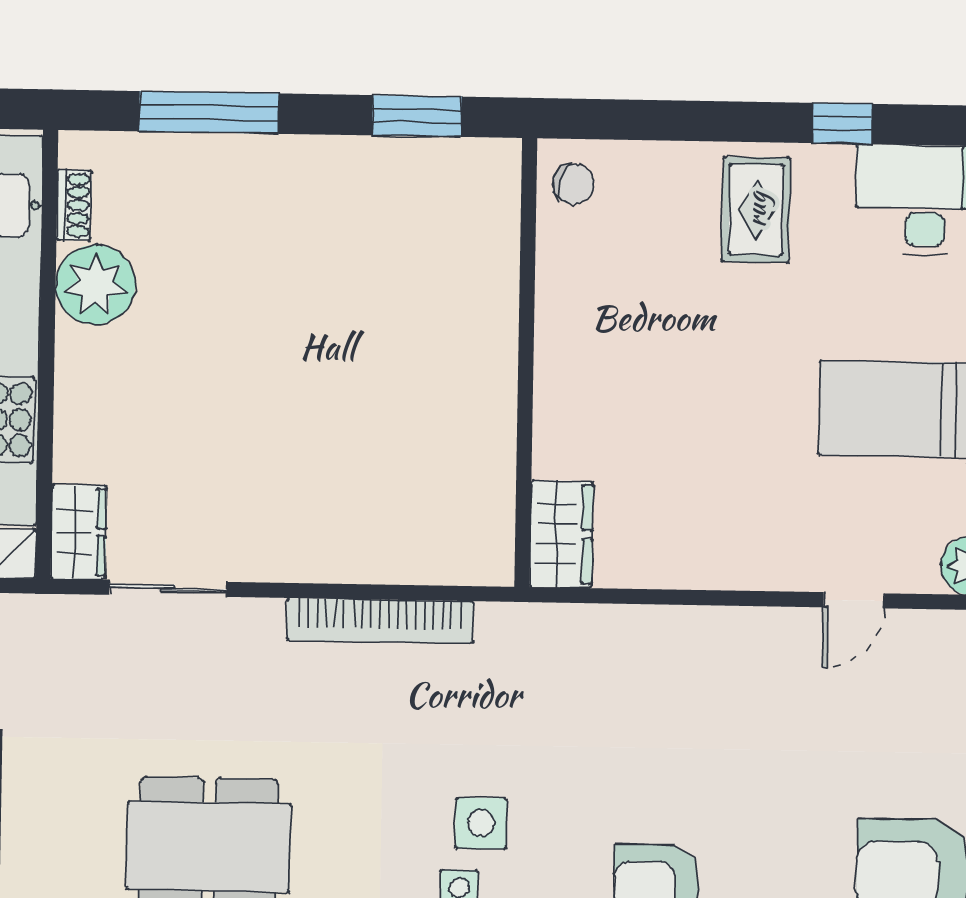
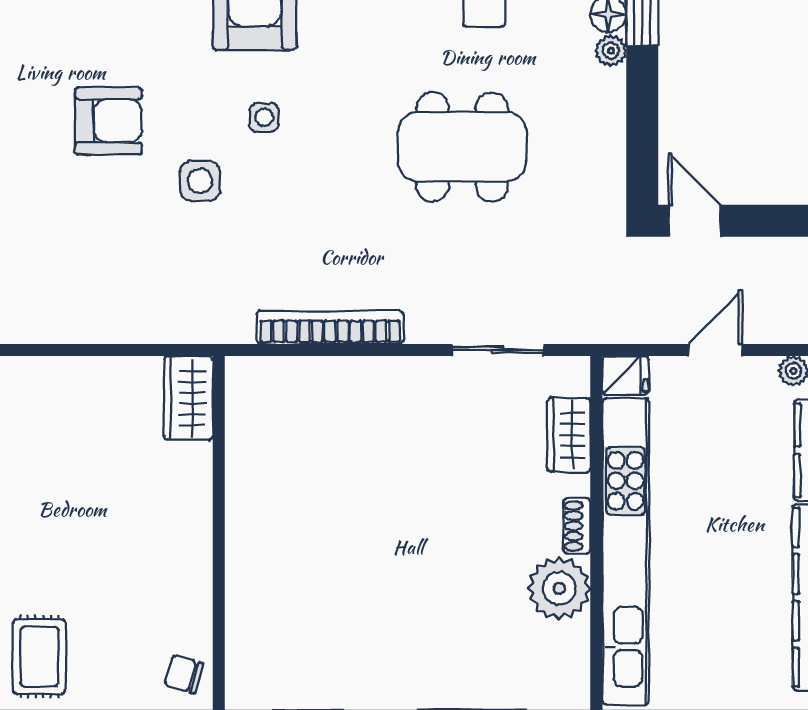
shoe rack: (74, 205) -> (577, 526), moved
wardrobe: (79, 532) -> (569, 435), moved
side table: (481, 823) -> (200, 181), moved

